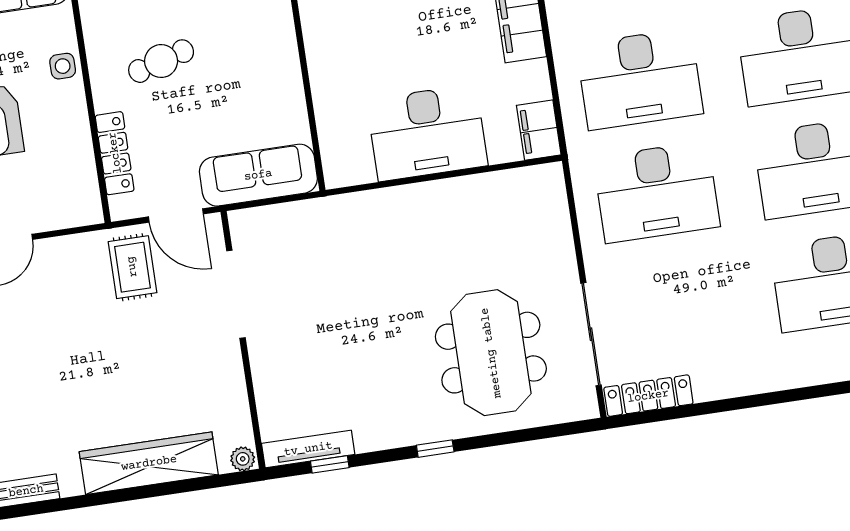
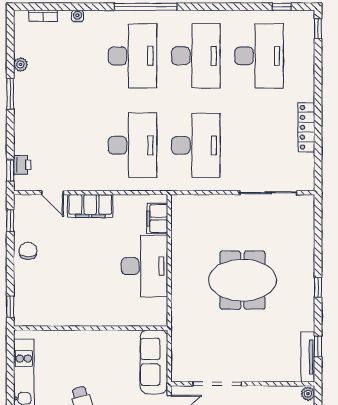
filing cabinet: (539, 130) -> (157, 219), moved, turned 90
meeting table: (491, 353) -> (242, 280), moved
locker: (648, 396) -> (306, 127), moved

